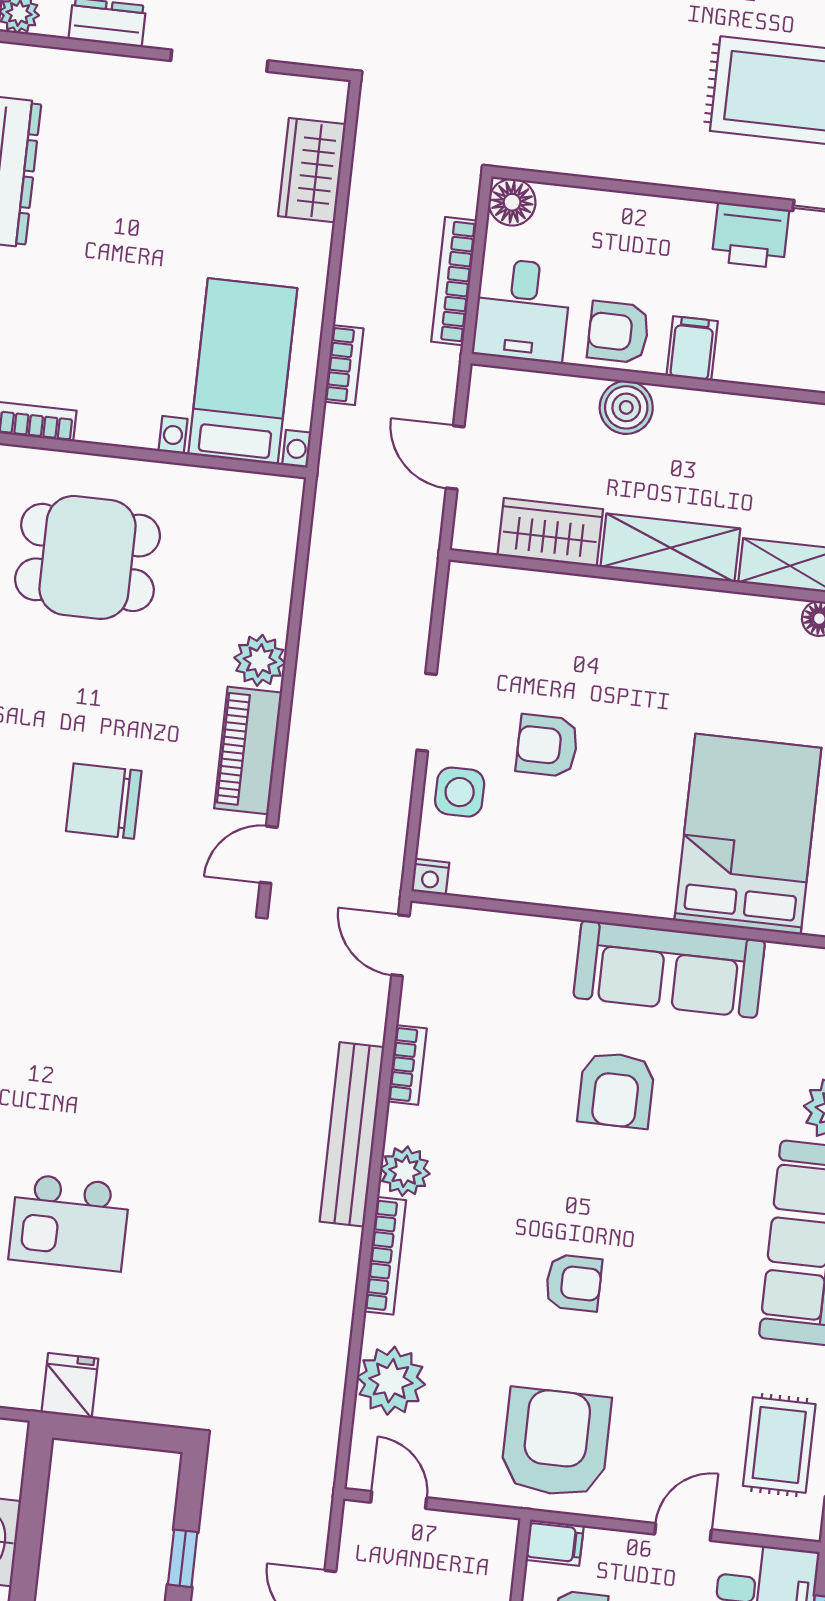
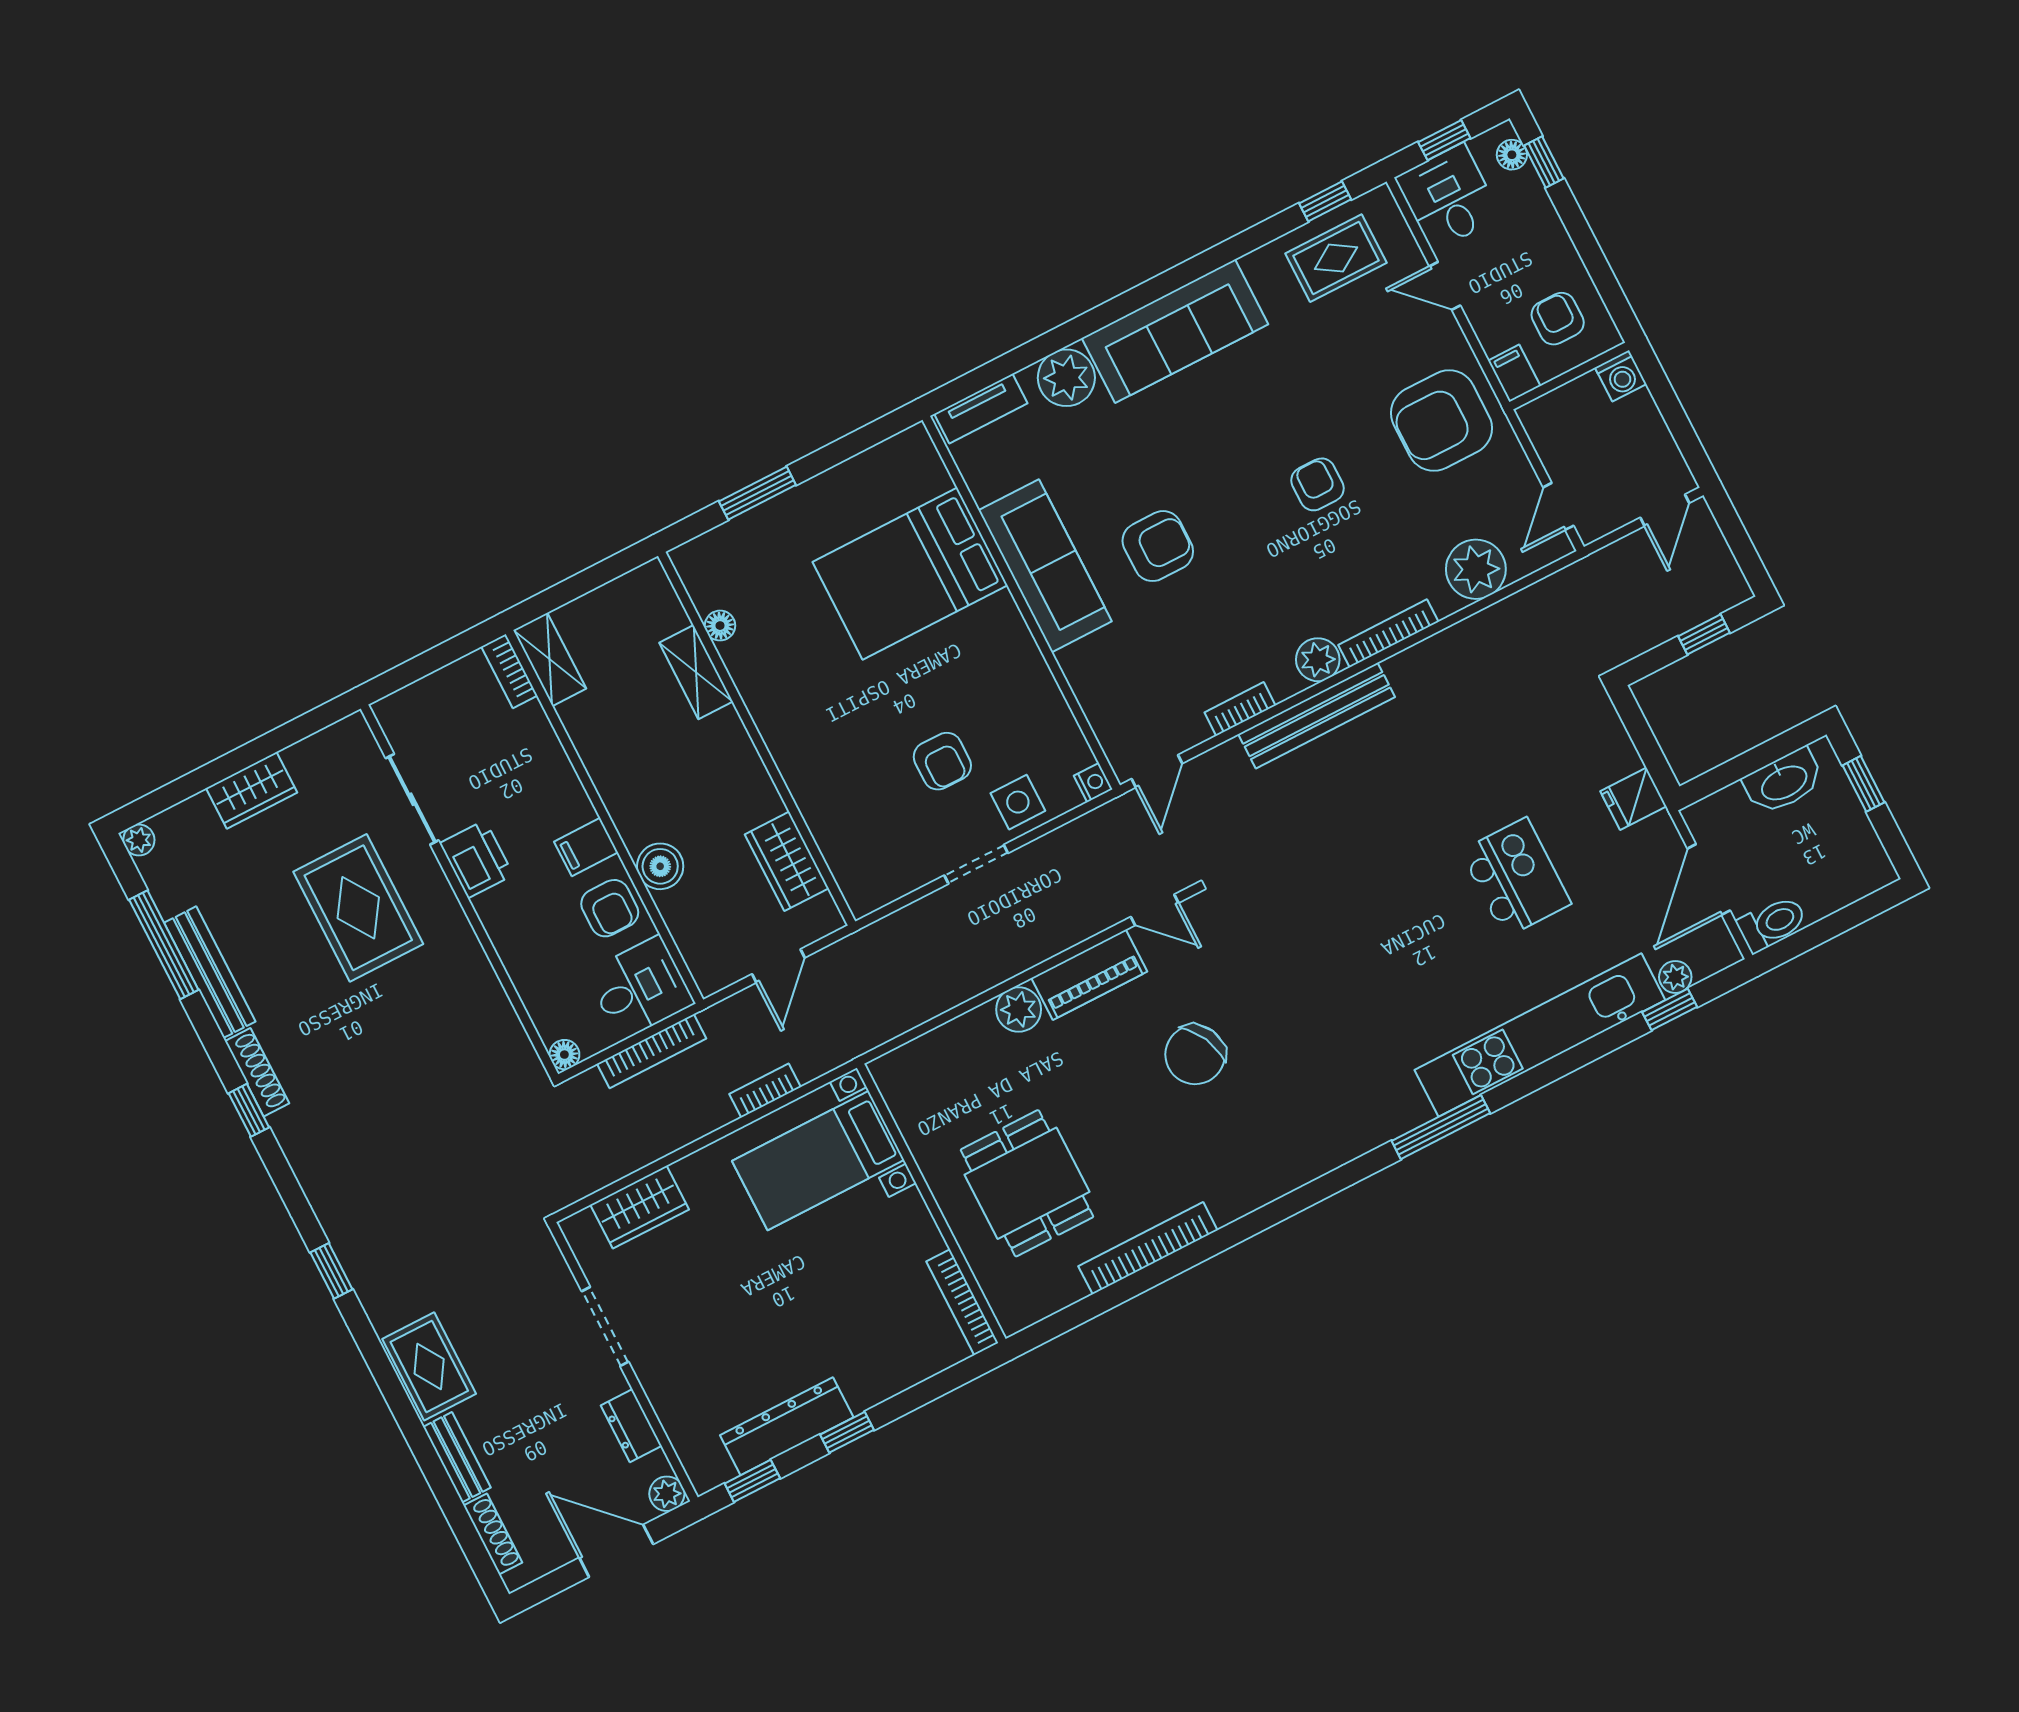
floor lamp: (512, 202) -> (564, 1055), width x0.73, depth x0.73
shelving: (670, 548) -> (740, 767), removed
chair: (104, 801) -> (1195, 1055), turned 64

